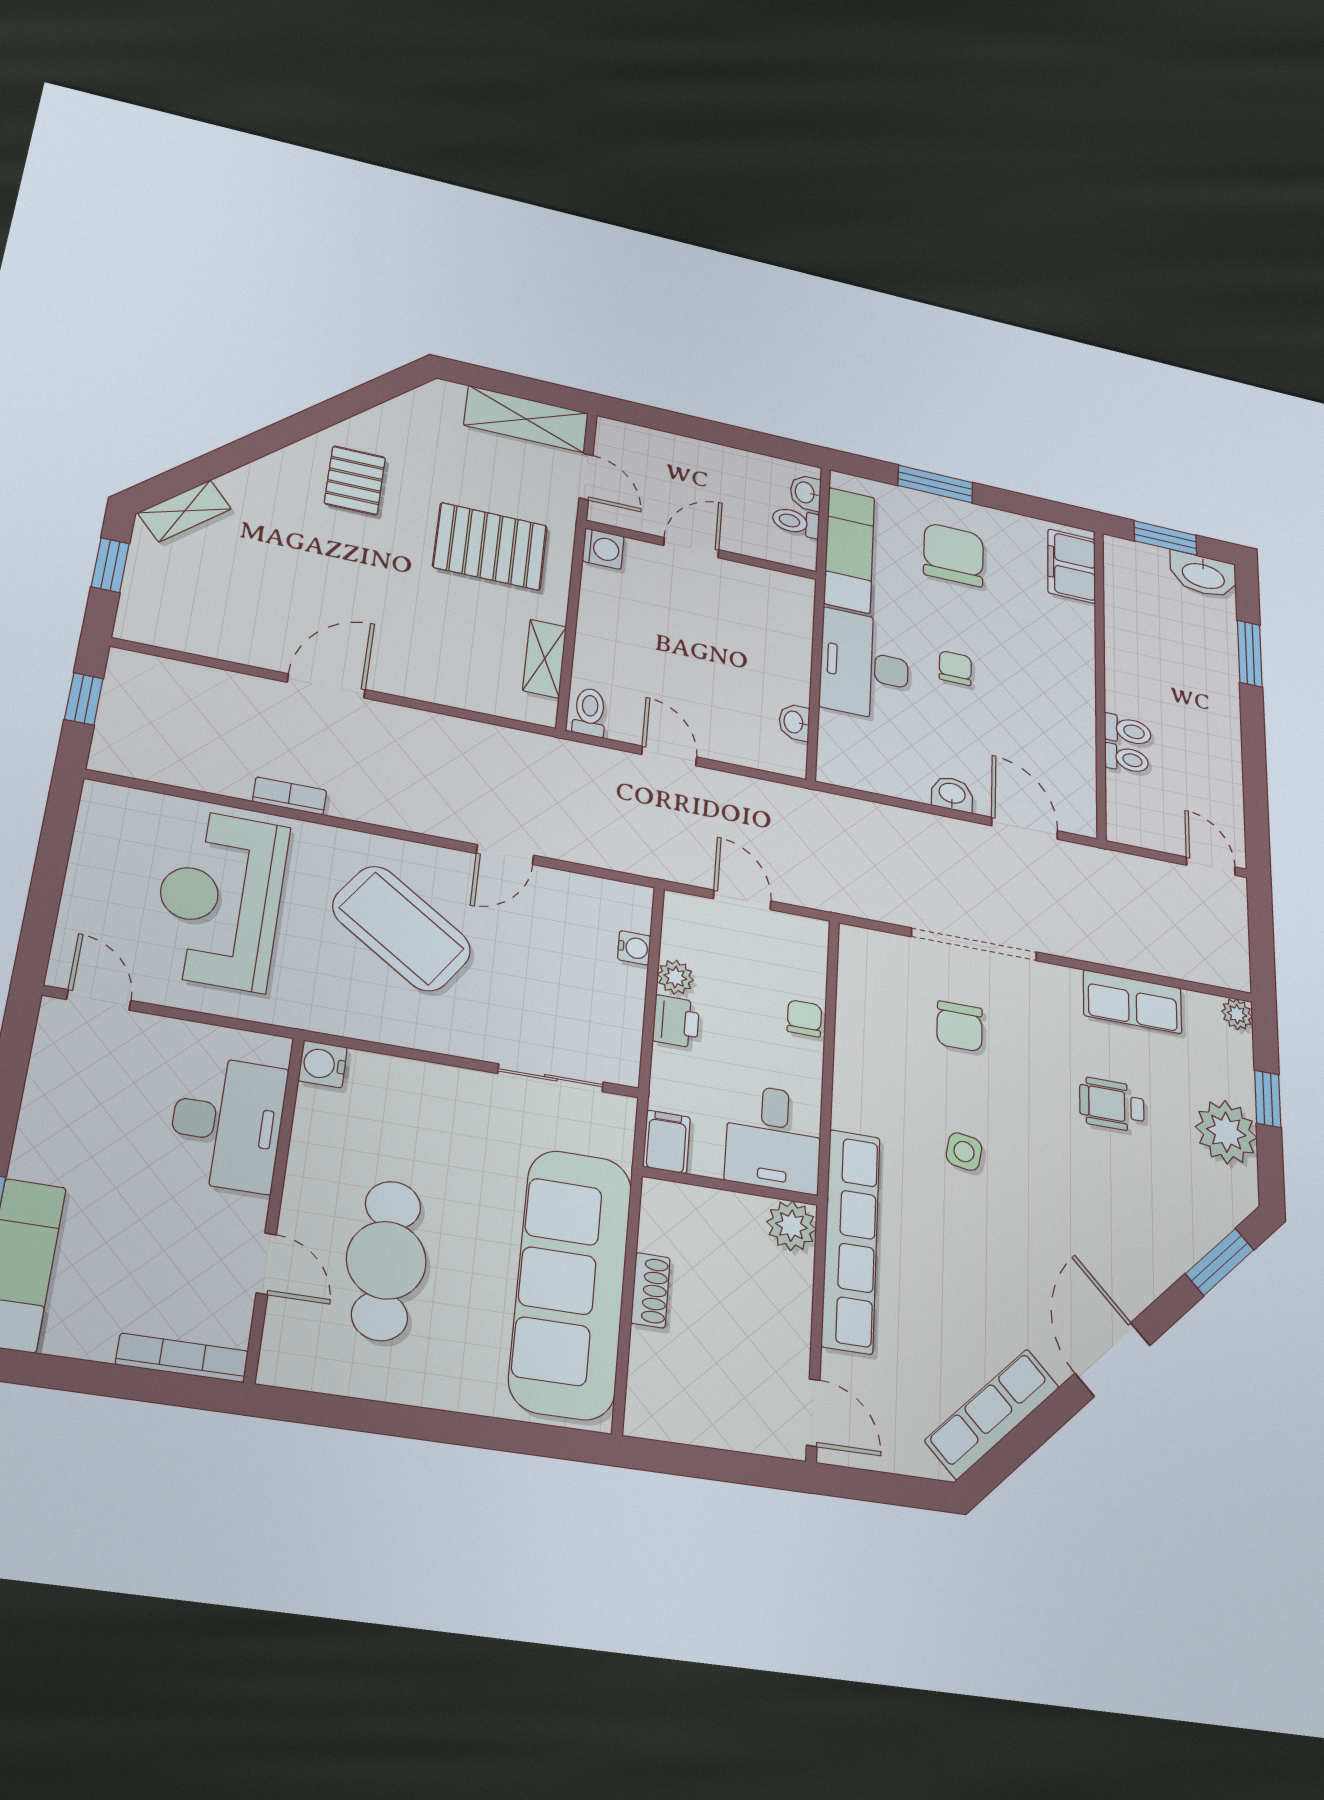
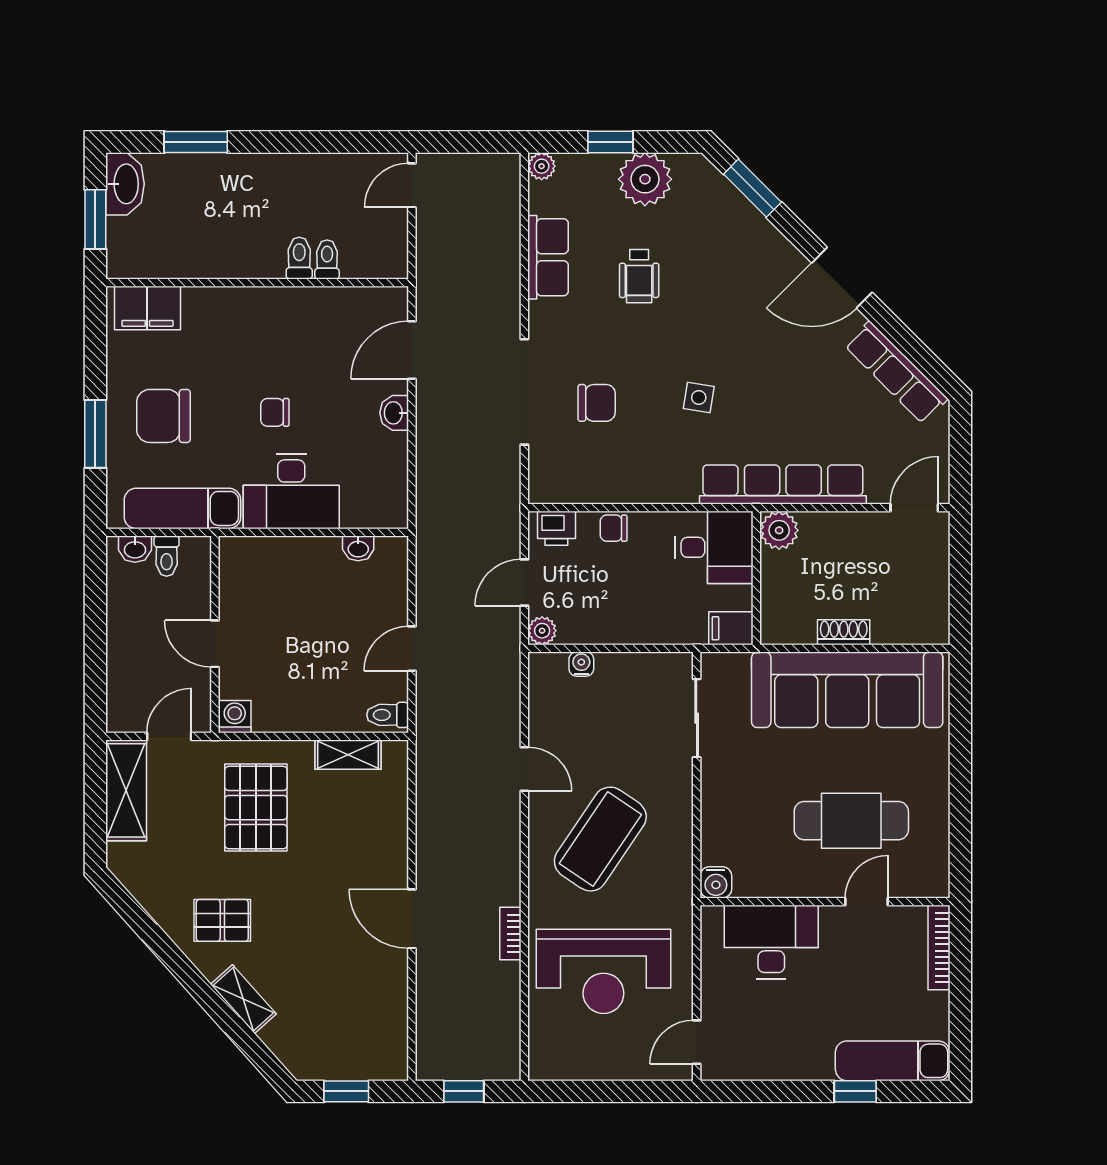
shelving: (185, 511) -> (243, 999), moved
plant: (675, 977) -> (542, 631), moved
printer: (676, 1021) -> (556, 528), moved, turned 180

